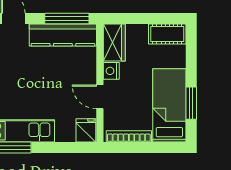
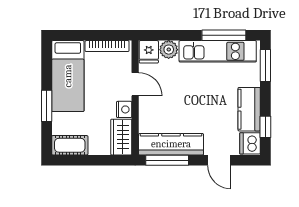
window: (191, 103) -> (47, 106), moved
plant: (65, 133) -> (169, 50), added

